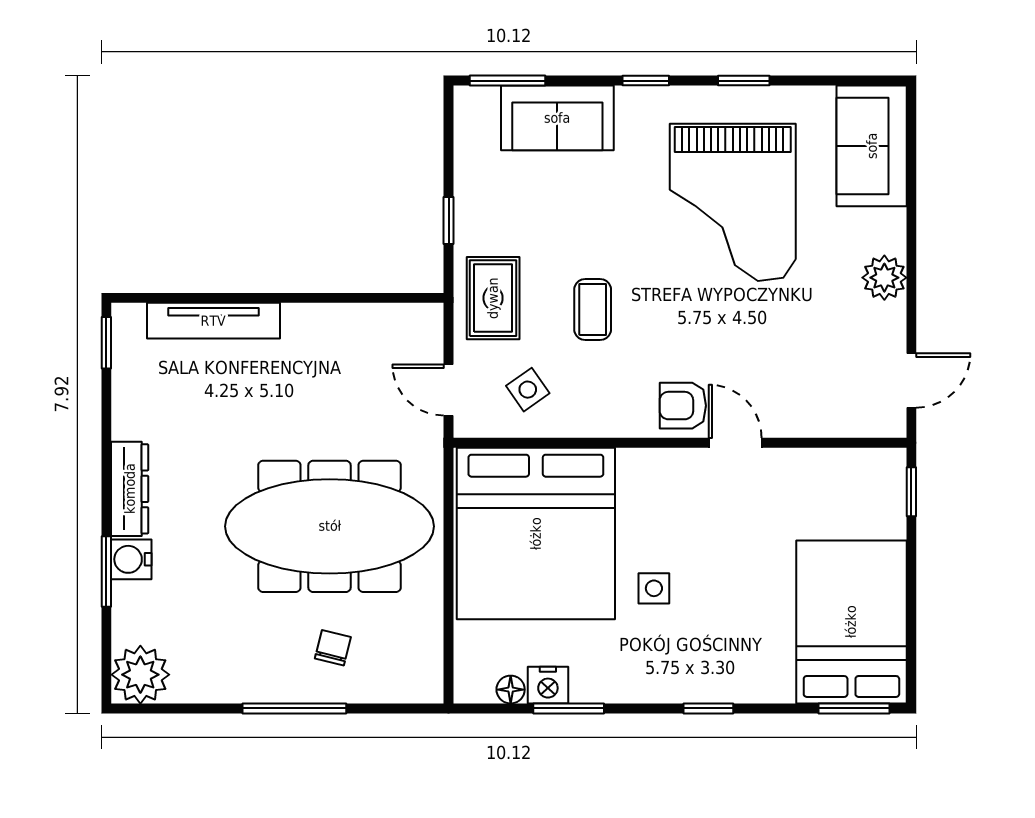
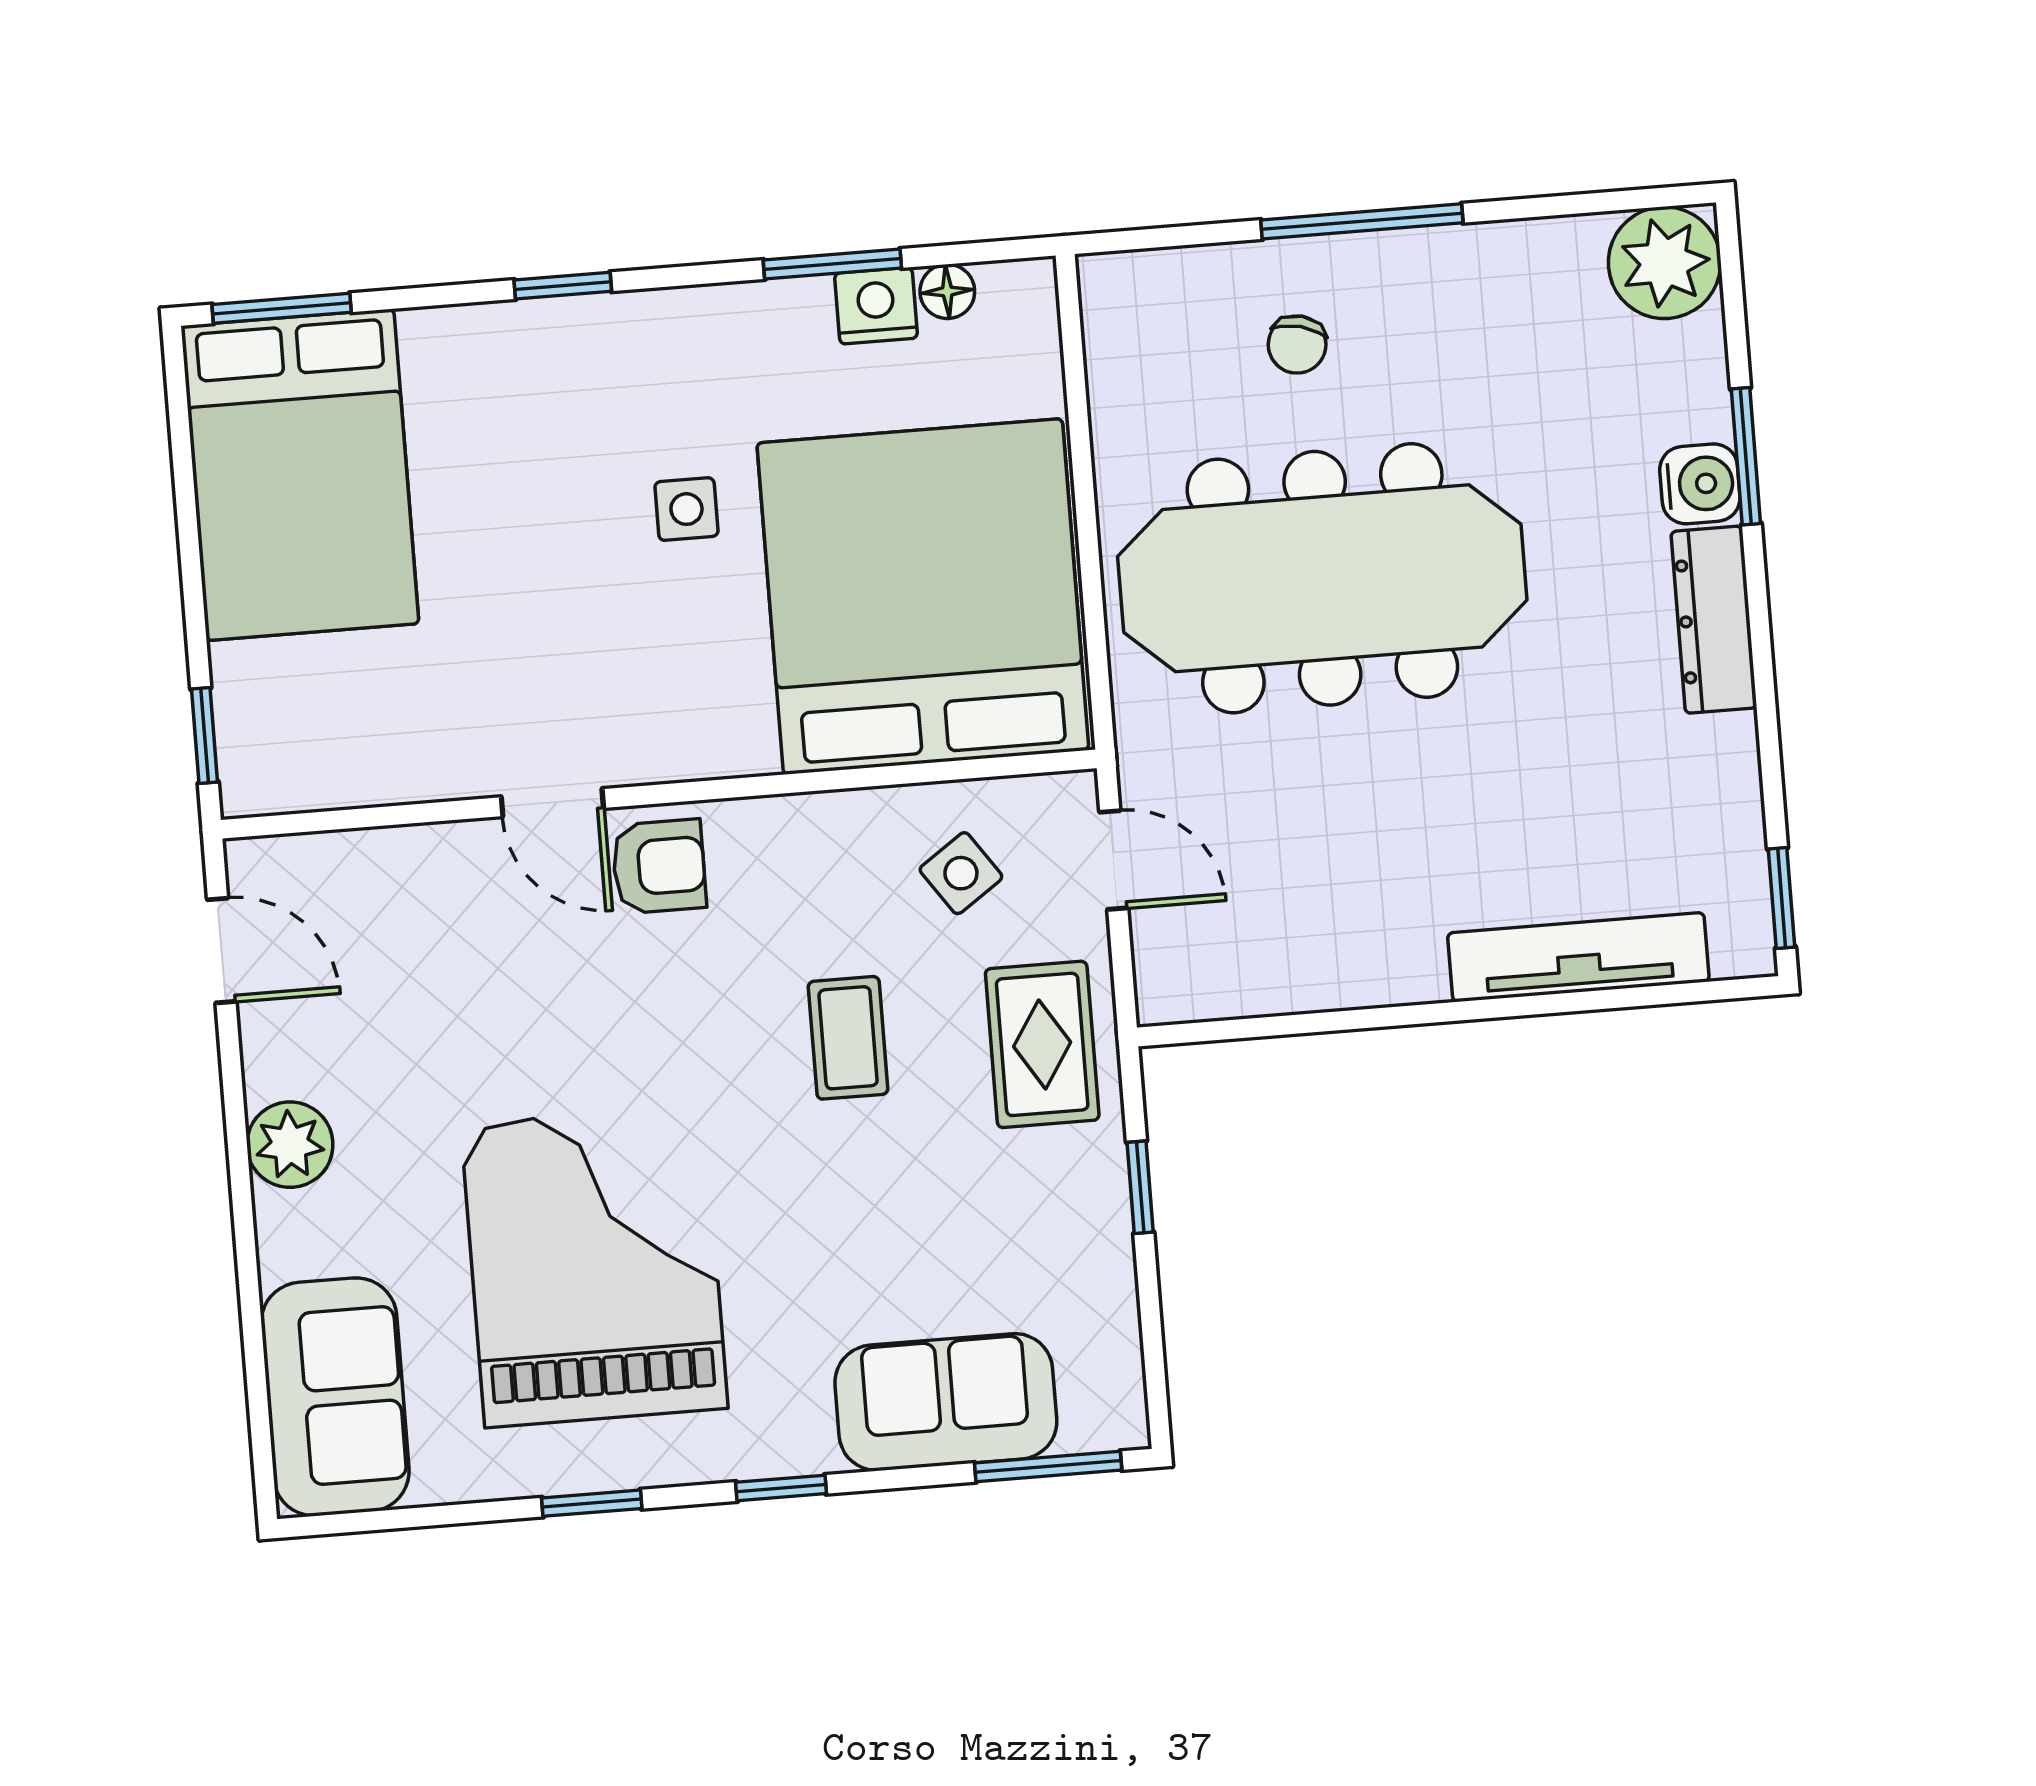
door: (911, 380) -> (222, 950), swing flipped

